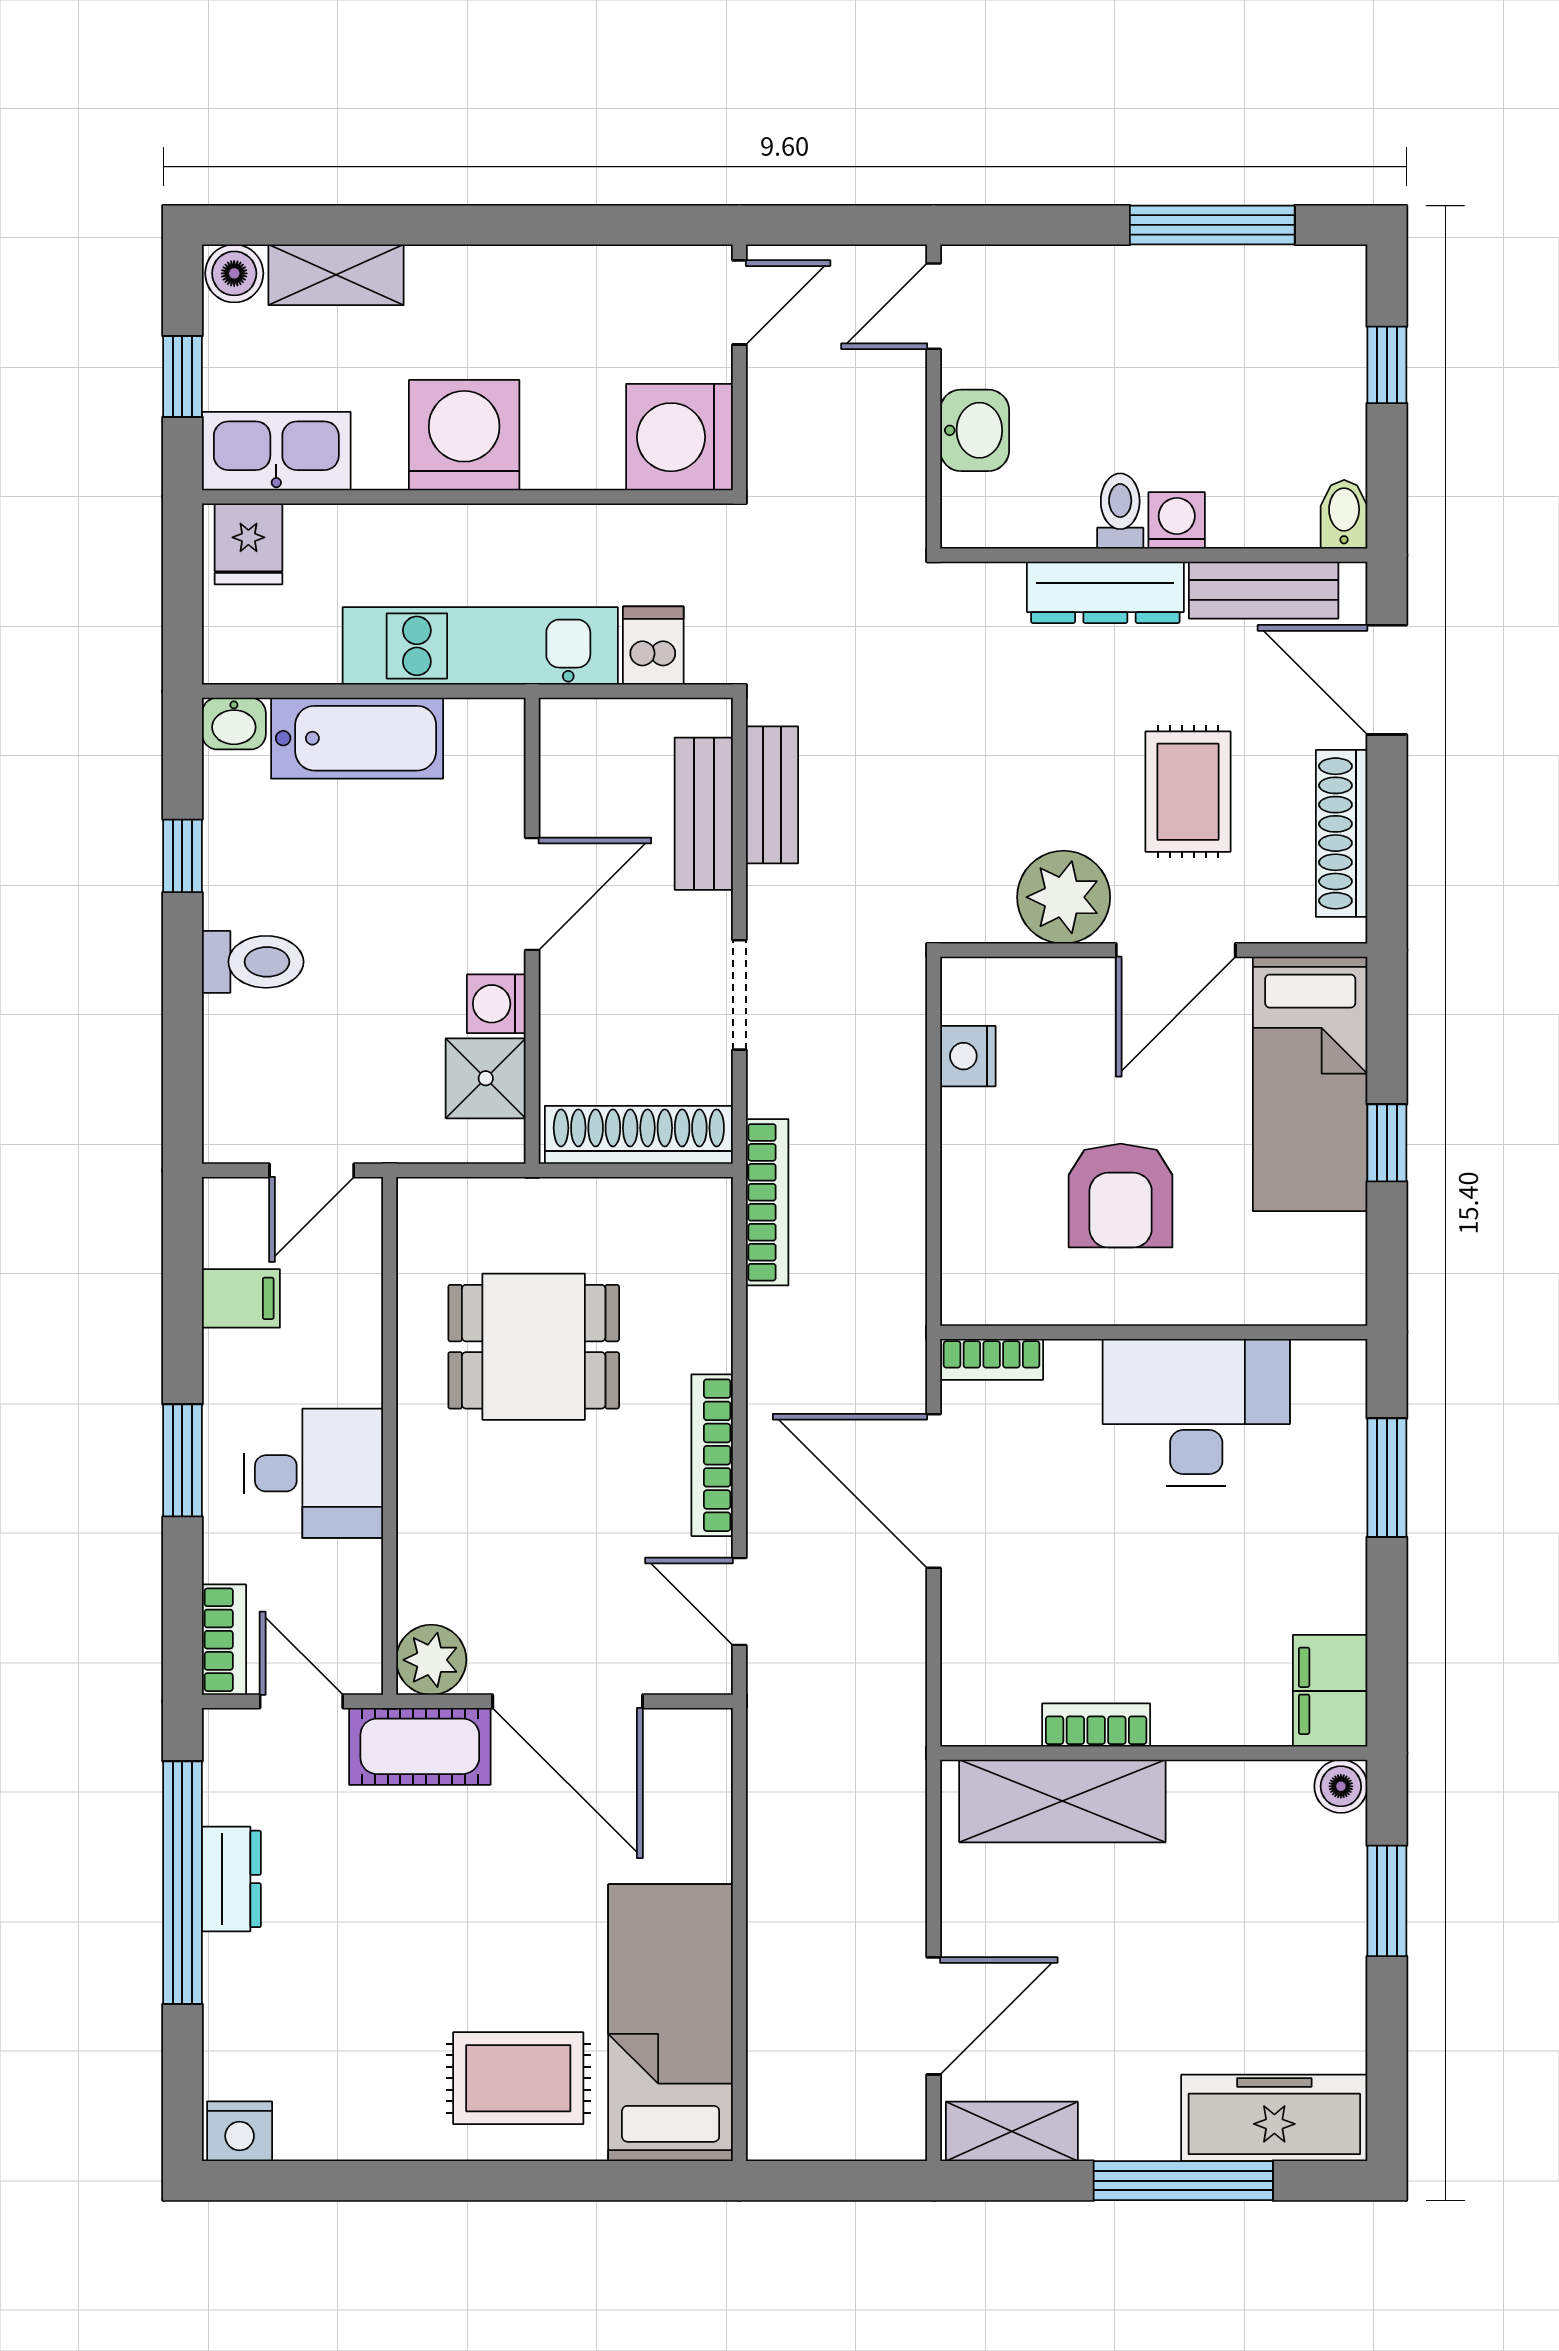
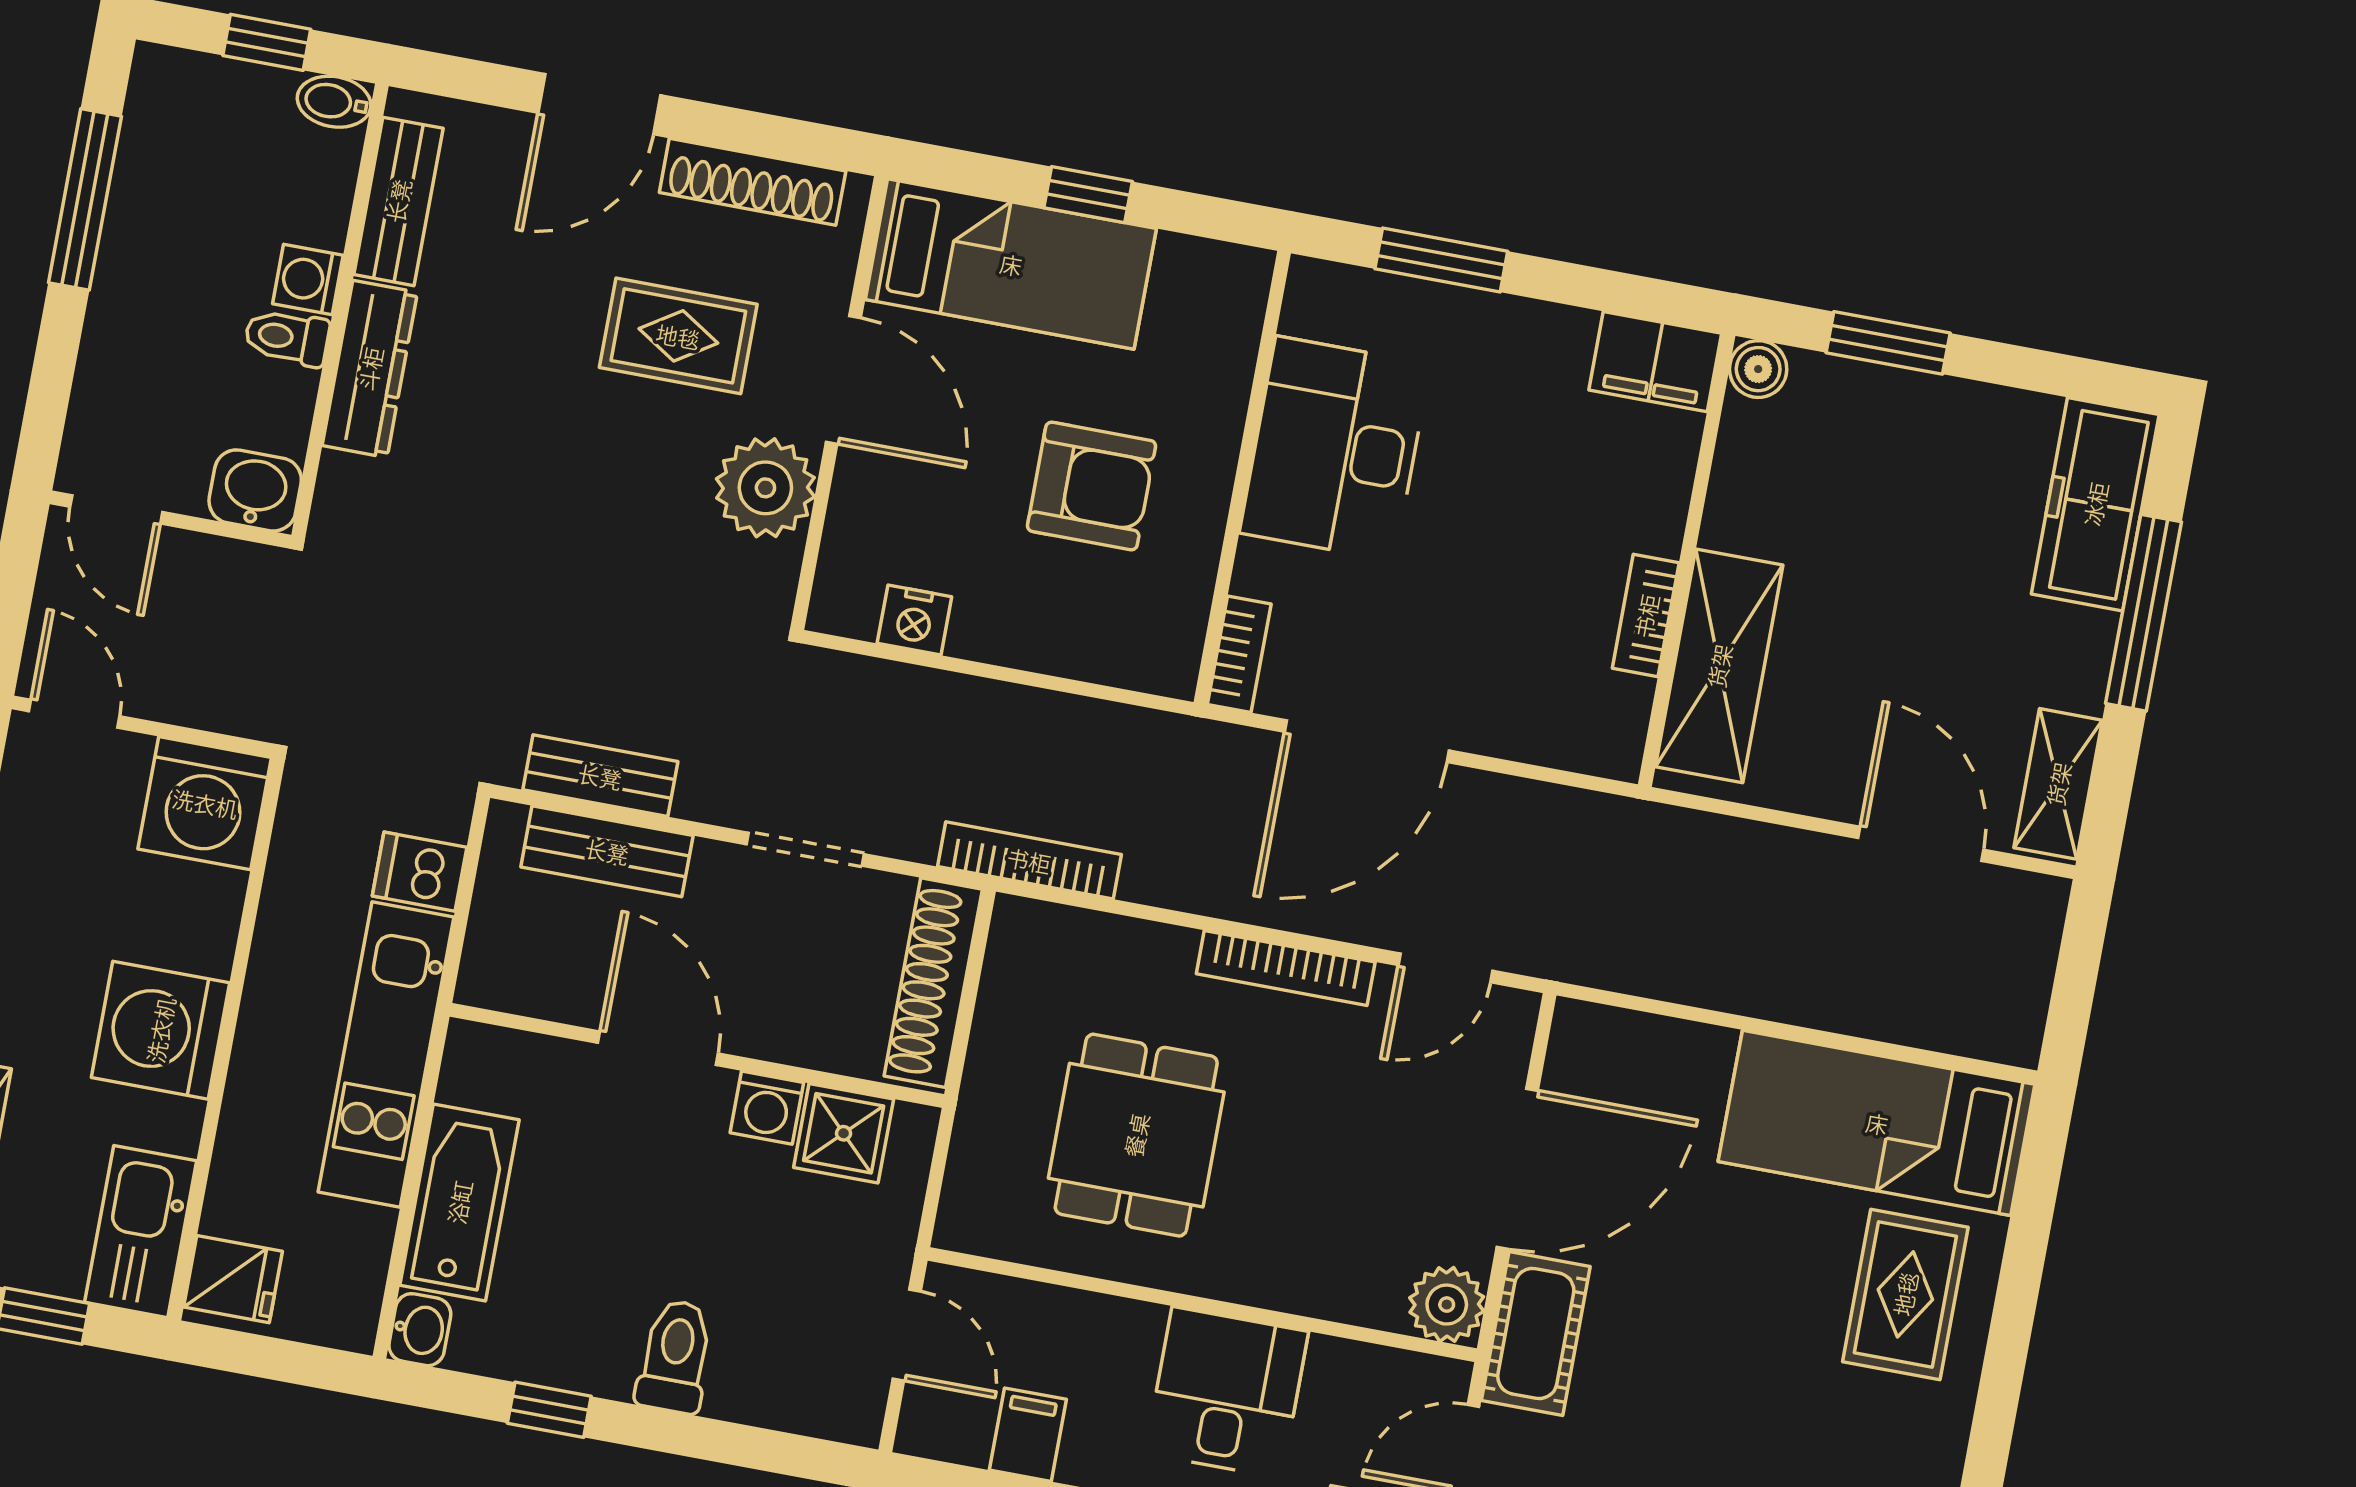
toilet: (1120, 511) -> (287, 337), moved
bidet: (1344, 514) -> (334, 102), moved
washing machine: (1177, 520) -> (308, 279), moved
wall: (1154, 555) -> (340, 311), moved
bench: (1264, 590) -> (398, 201), moved
dresser: (1105, 592) -> (370, 369), moved

